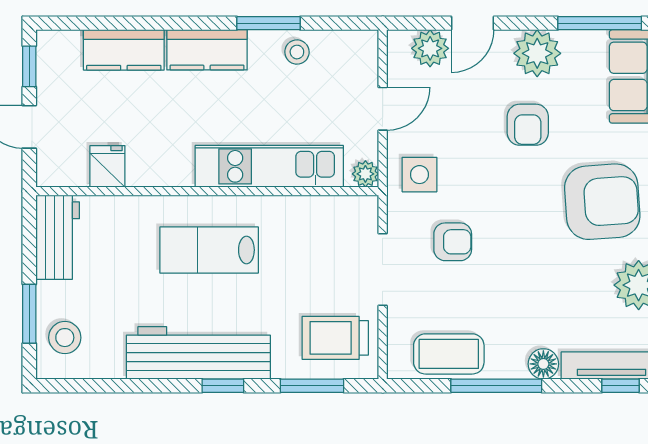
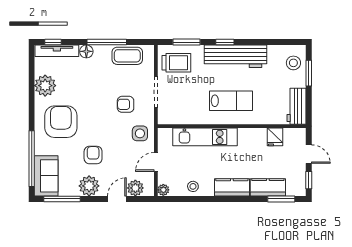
window: (269, 23) -> (281, 199), moved
plant: (365, 174) -> (163, 190), moved
armchair: (602, 202) -> (61, 122), turned 94

